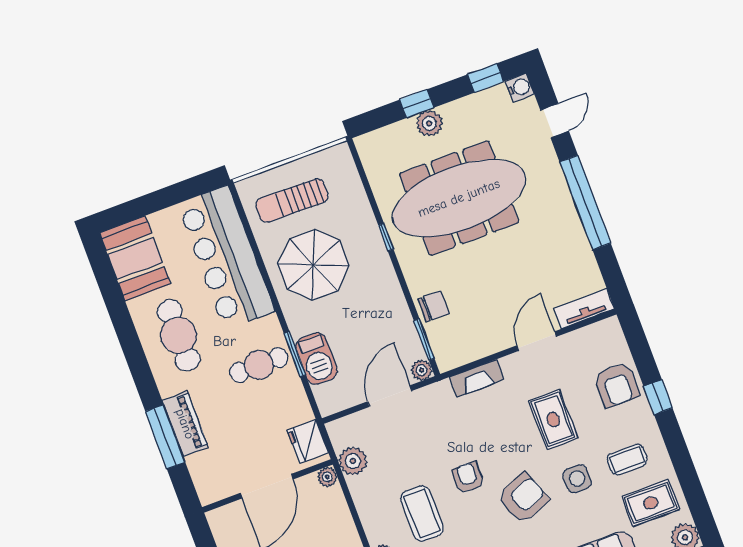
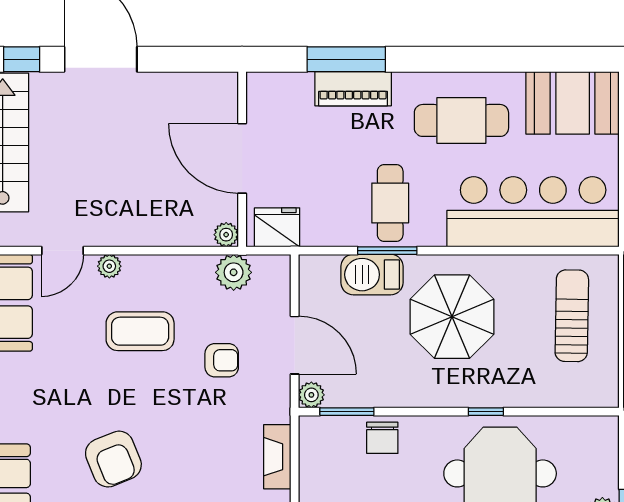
parasol: (313, 265) -> (452, 317), moved
armchair: (468, 477) -> (222, 360), moved

